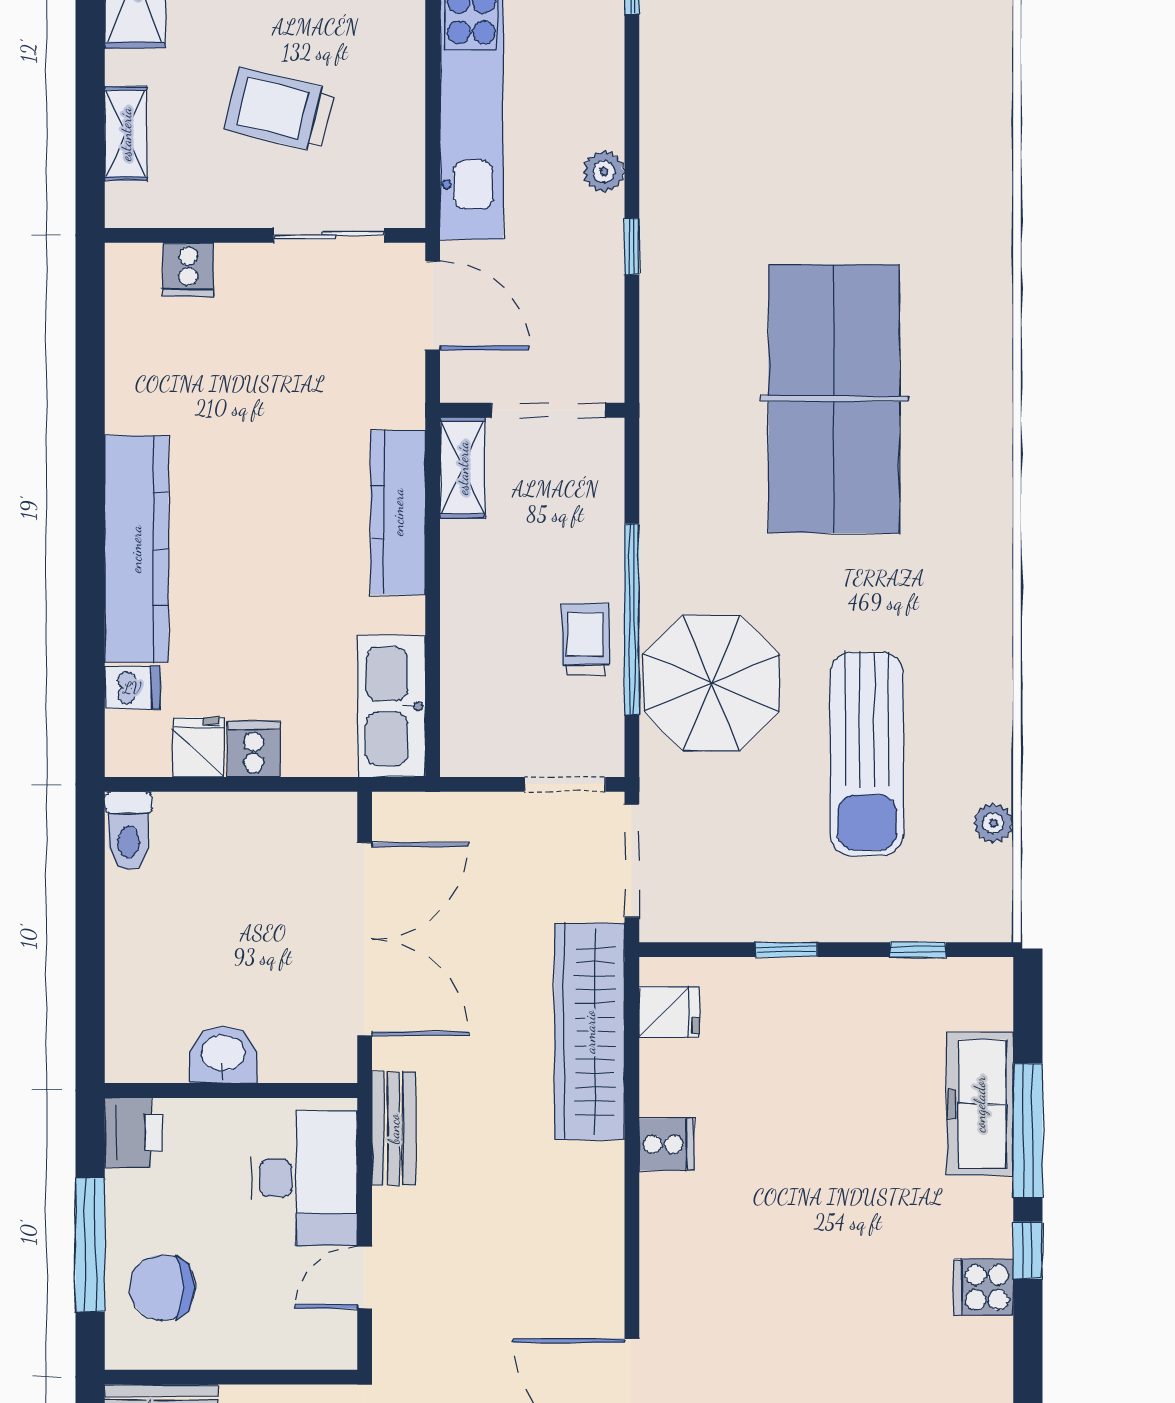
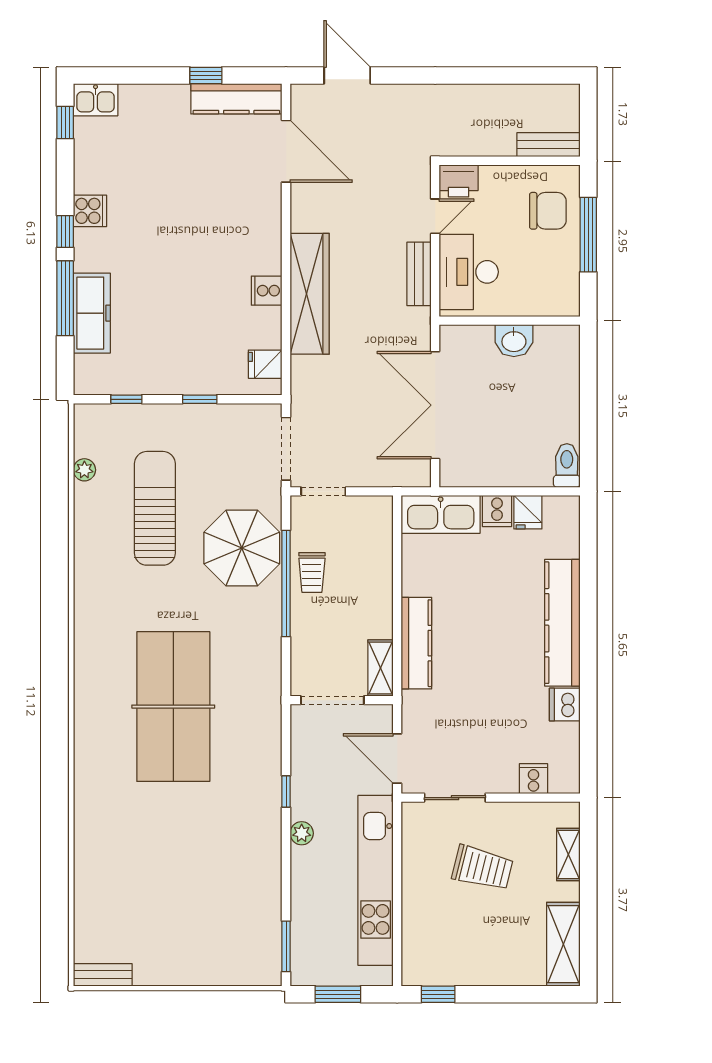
dishwasher: (132, 688) -> (565, 705), moved, width x1.38
kitchen sink: (391, 706) -> (441, 514), moved, turned 90
wardrobe: (590, 1032) -> (310, 294), moved
bench: (394, 1129) -> (419, 274), moved
printer: (134, 1133) -> (459, 181), moved, turned -90

